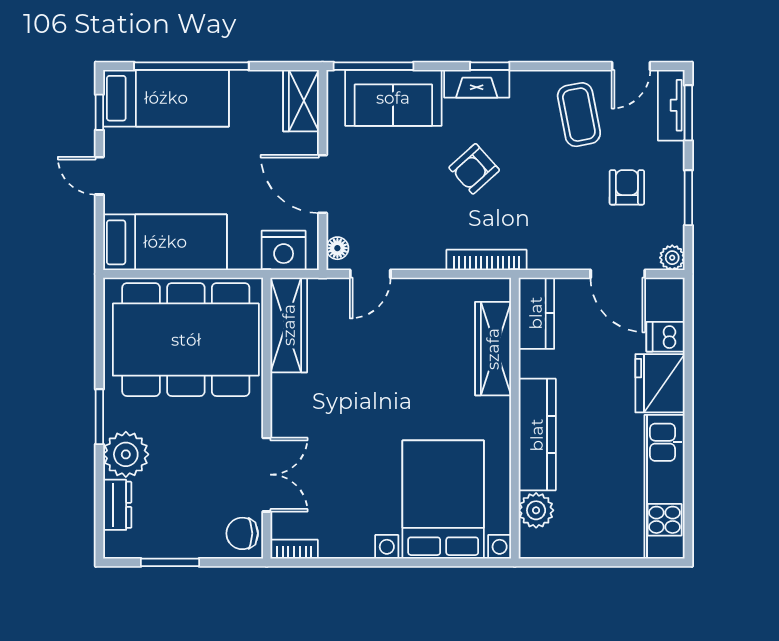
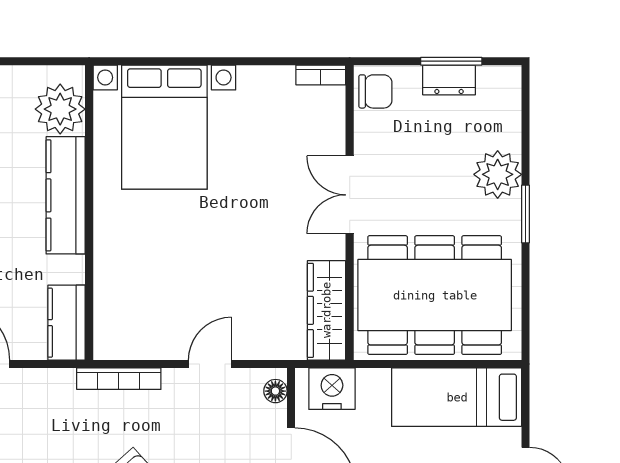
door: (370, 274) -> (210, 364), moved
wardrobe: (493, 349) -> (112, 286), removed
double door: (267, 475) -> (350, 195), moved
dresser: (117, 505) -> (449, 80), moved, turned -90
plant: (536, 510) -> (60, 109), width x1.36, depth x1.36

